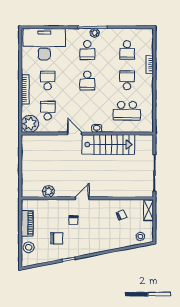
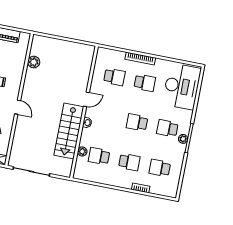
school desk: (127, 111) -> (99, 156), width x0.54
plant: (30, 124) -> (82, 151), moved, width x0.53, depth x0.53
door: (82, 198) -> (18, 107), moved

